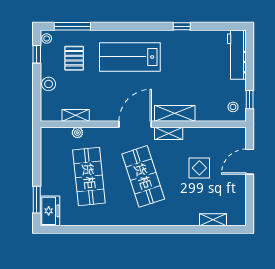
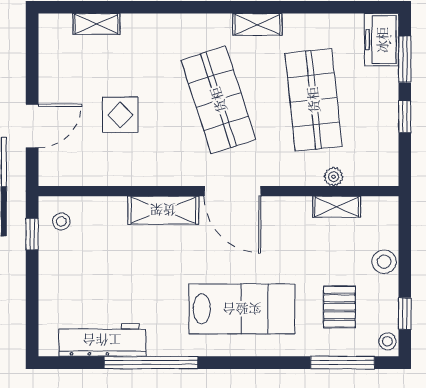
window: (182, 26) -> (151, 363), width x3.17
workbench: (237, 55) -> (102, 340), moved, turned -90
door: (135, 124) -> (232, 191), hinge flipped
shelving: (169, 133) -> (257, 24), moved
window: (37, 167) -> (405, 117), added

